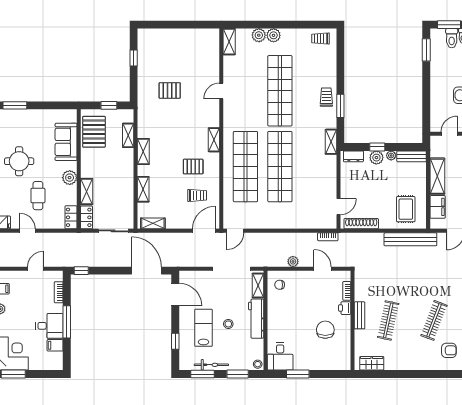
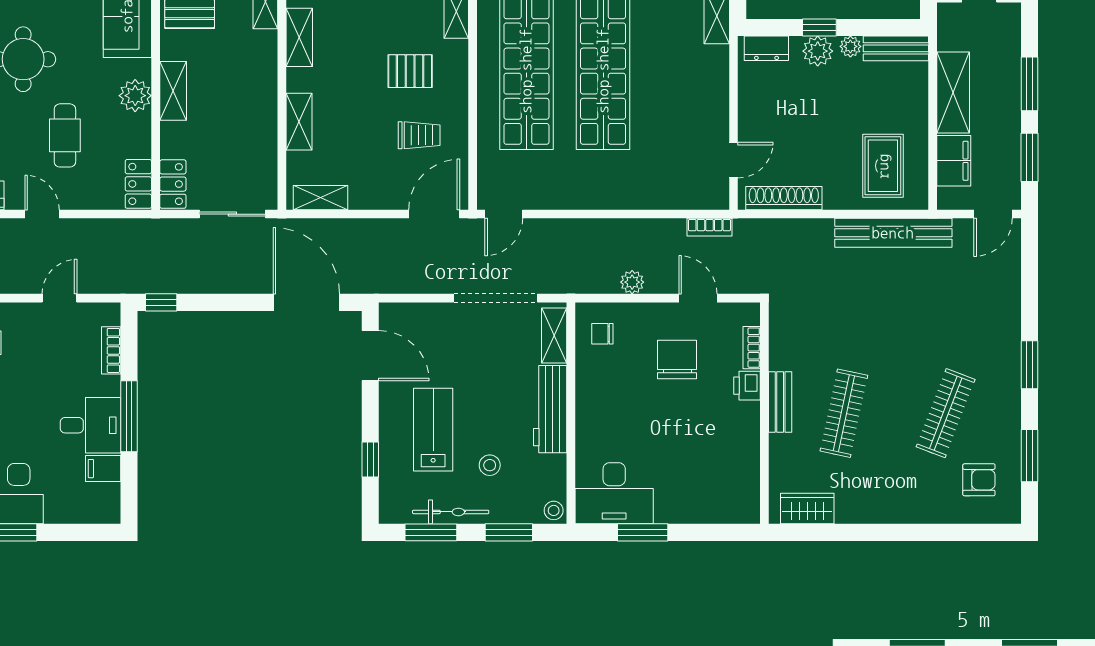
shelving: (87, 192) -> (173, 91), moved
stool: (228, 324) -> (490, 465), moved
chair: (325, 330) -> (677, 359), moved
desk: (280, 356) -> (614, 493), width x1.37

